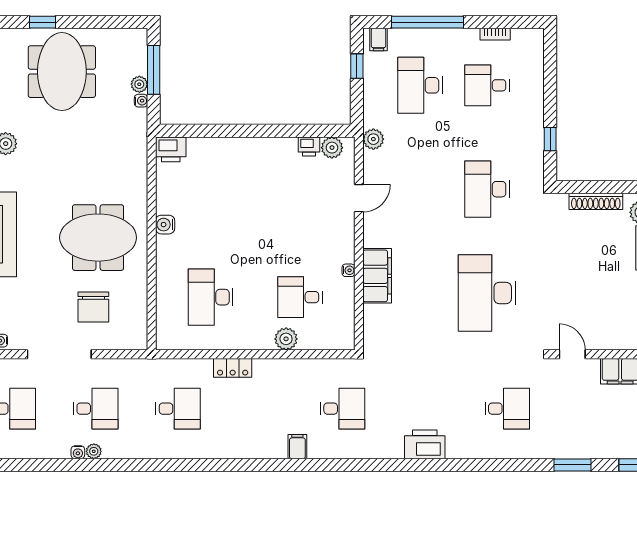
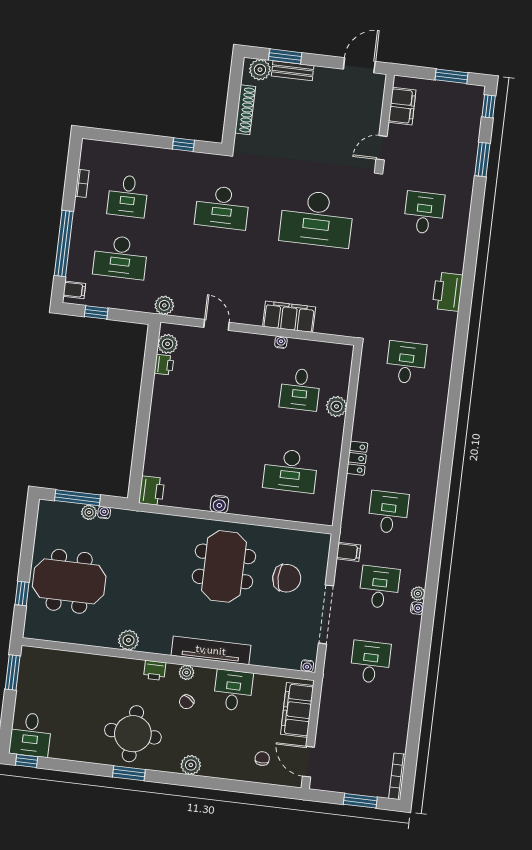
filing cabinet: (297, 447) -> (348, 552), moved, turned 180

